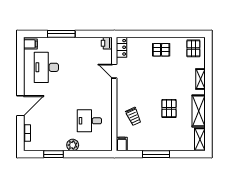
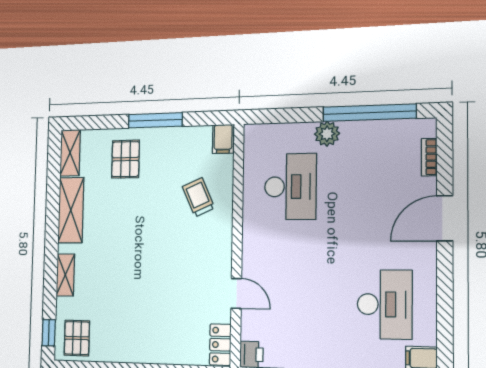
pallet: (161, 50) -> (140, 337), removed
window: (208, 51) -> (49, 333), added
pallet: (169, 108) -> (126, 159), moved
desk: (89, 121) -> (290, 187), width x1.37
window: (54, 154) -> (369, 113), width x2.11

